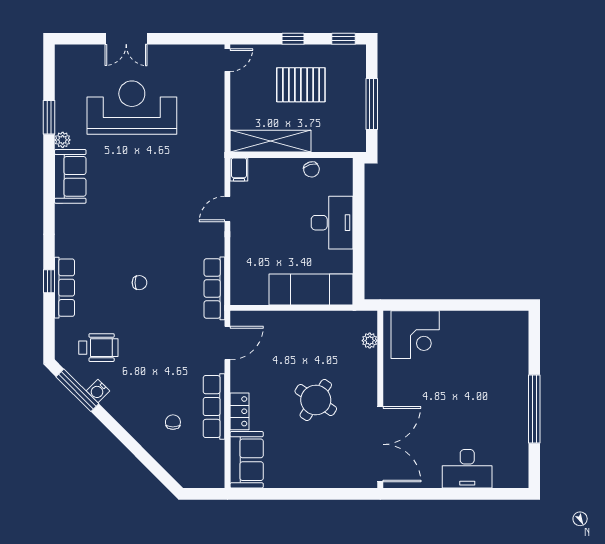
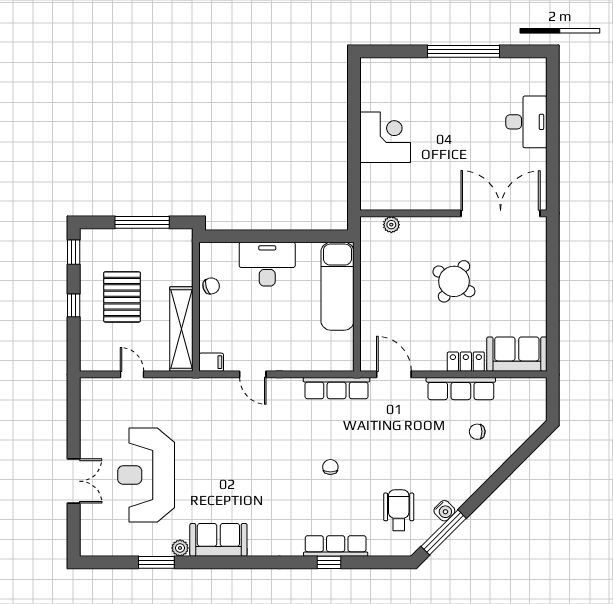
door: (227, 60) -> (132, 374), moved
corner desk: (415, 335) -> (385, 137), moved

